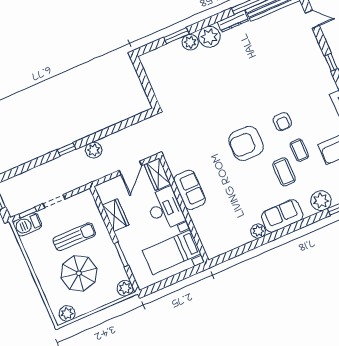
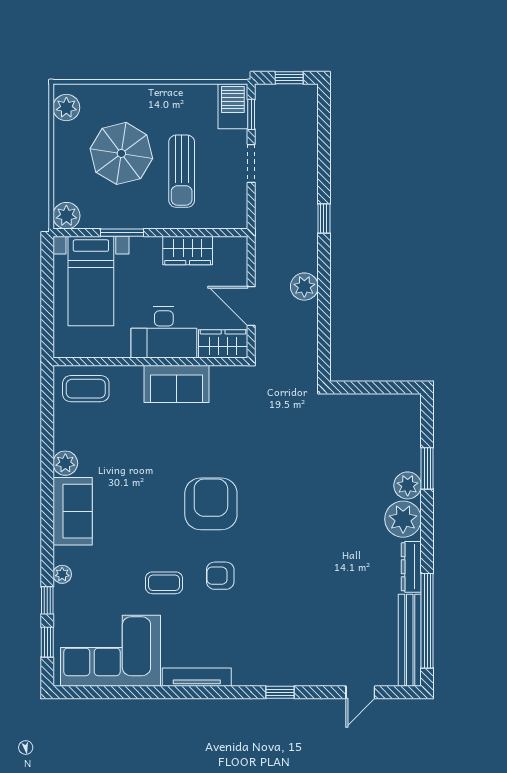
plant: (94, 150) -> (304, 287), moved
coffee table: (284, 172) -> (86, 389), moved
plant: (321, 201) -> (62, 574), width x0.53, depth x0.53
bed with nightstands: (172, 252) -> (91, 281), moved, turned 180

